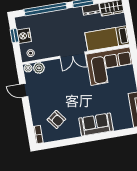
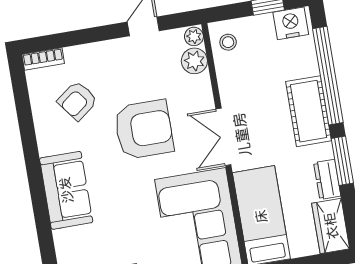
cot: (61, 18) -> (309, 111), added
nightstand: (24, 36) -> (291, 23), moved
armchair: (69, 90) -> (144, 129), added

